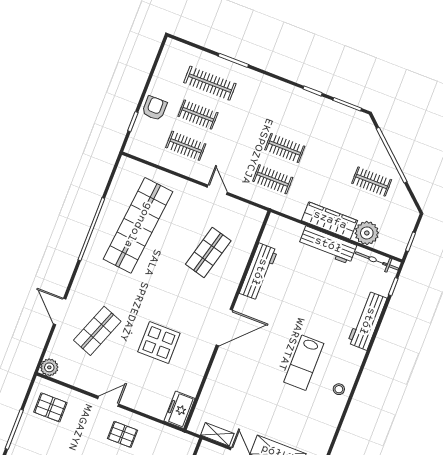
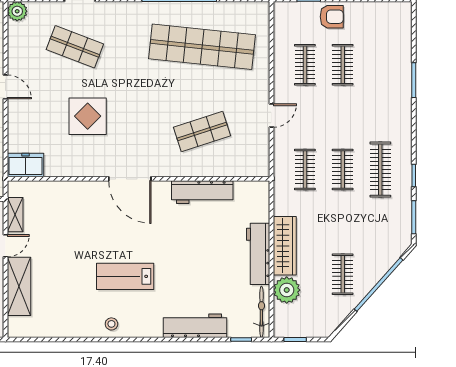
clothes rail: (210, 83) -> (380, 170), moved
shop shelf: (208, 253) -> (202, 132), turned -33

